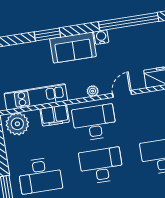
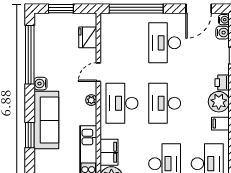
sofa: (73, 48) -> (46, 120), width x1.36
door: (122, 94) -> (98, 72), hinge flipped
filing cabinet: (55, 115) -> (109, 152), moved

